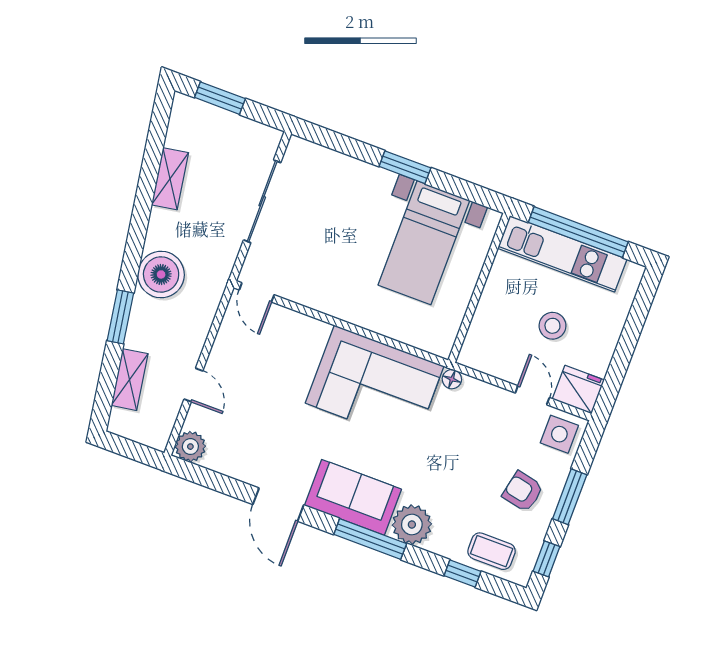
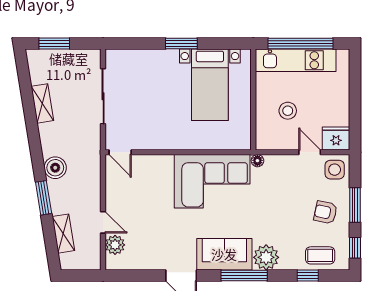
boiler: (161, 274) -> (55, 168), width x0.73, depth x0.73
stool: (552, 326) -> (288, 111), moved
plant: (190, 447) -> (115, 245), moved

